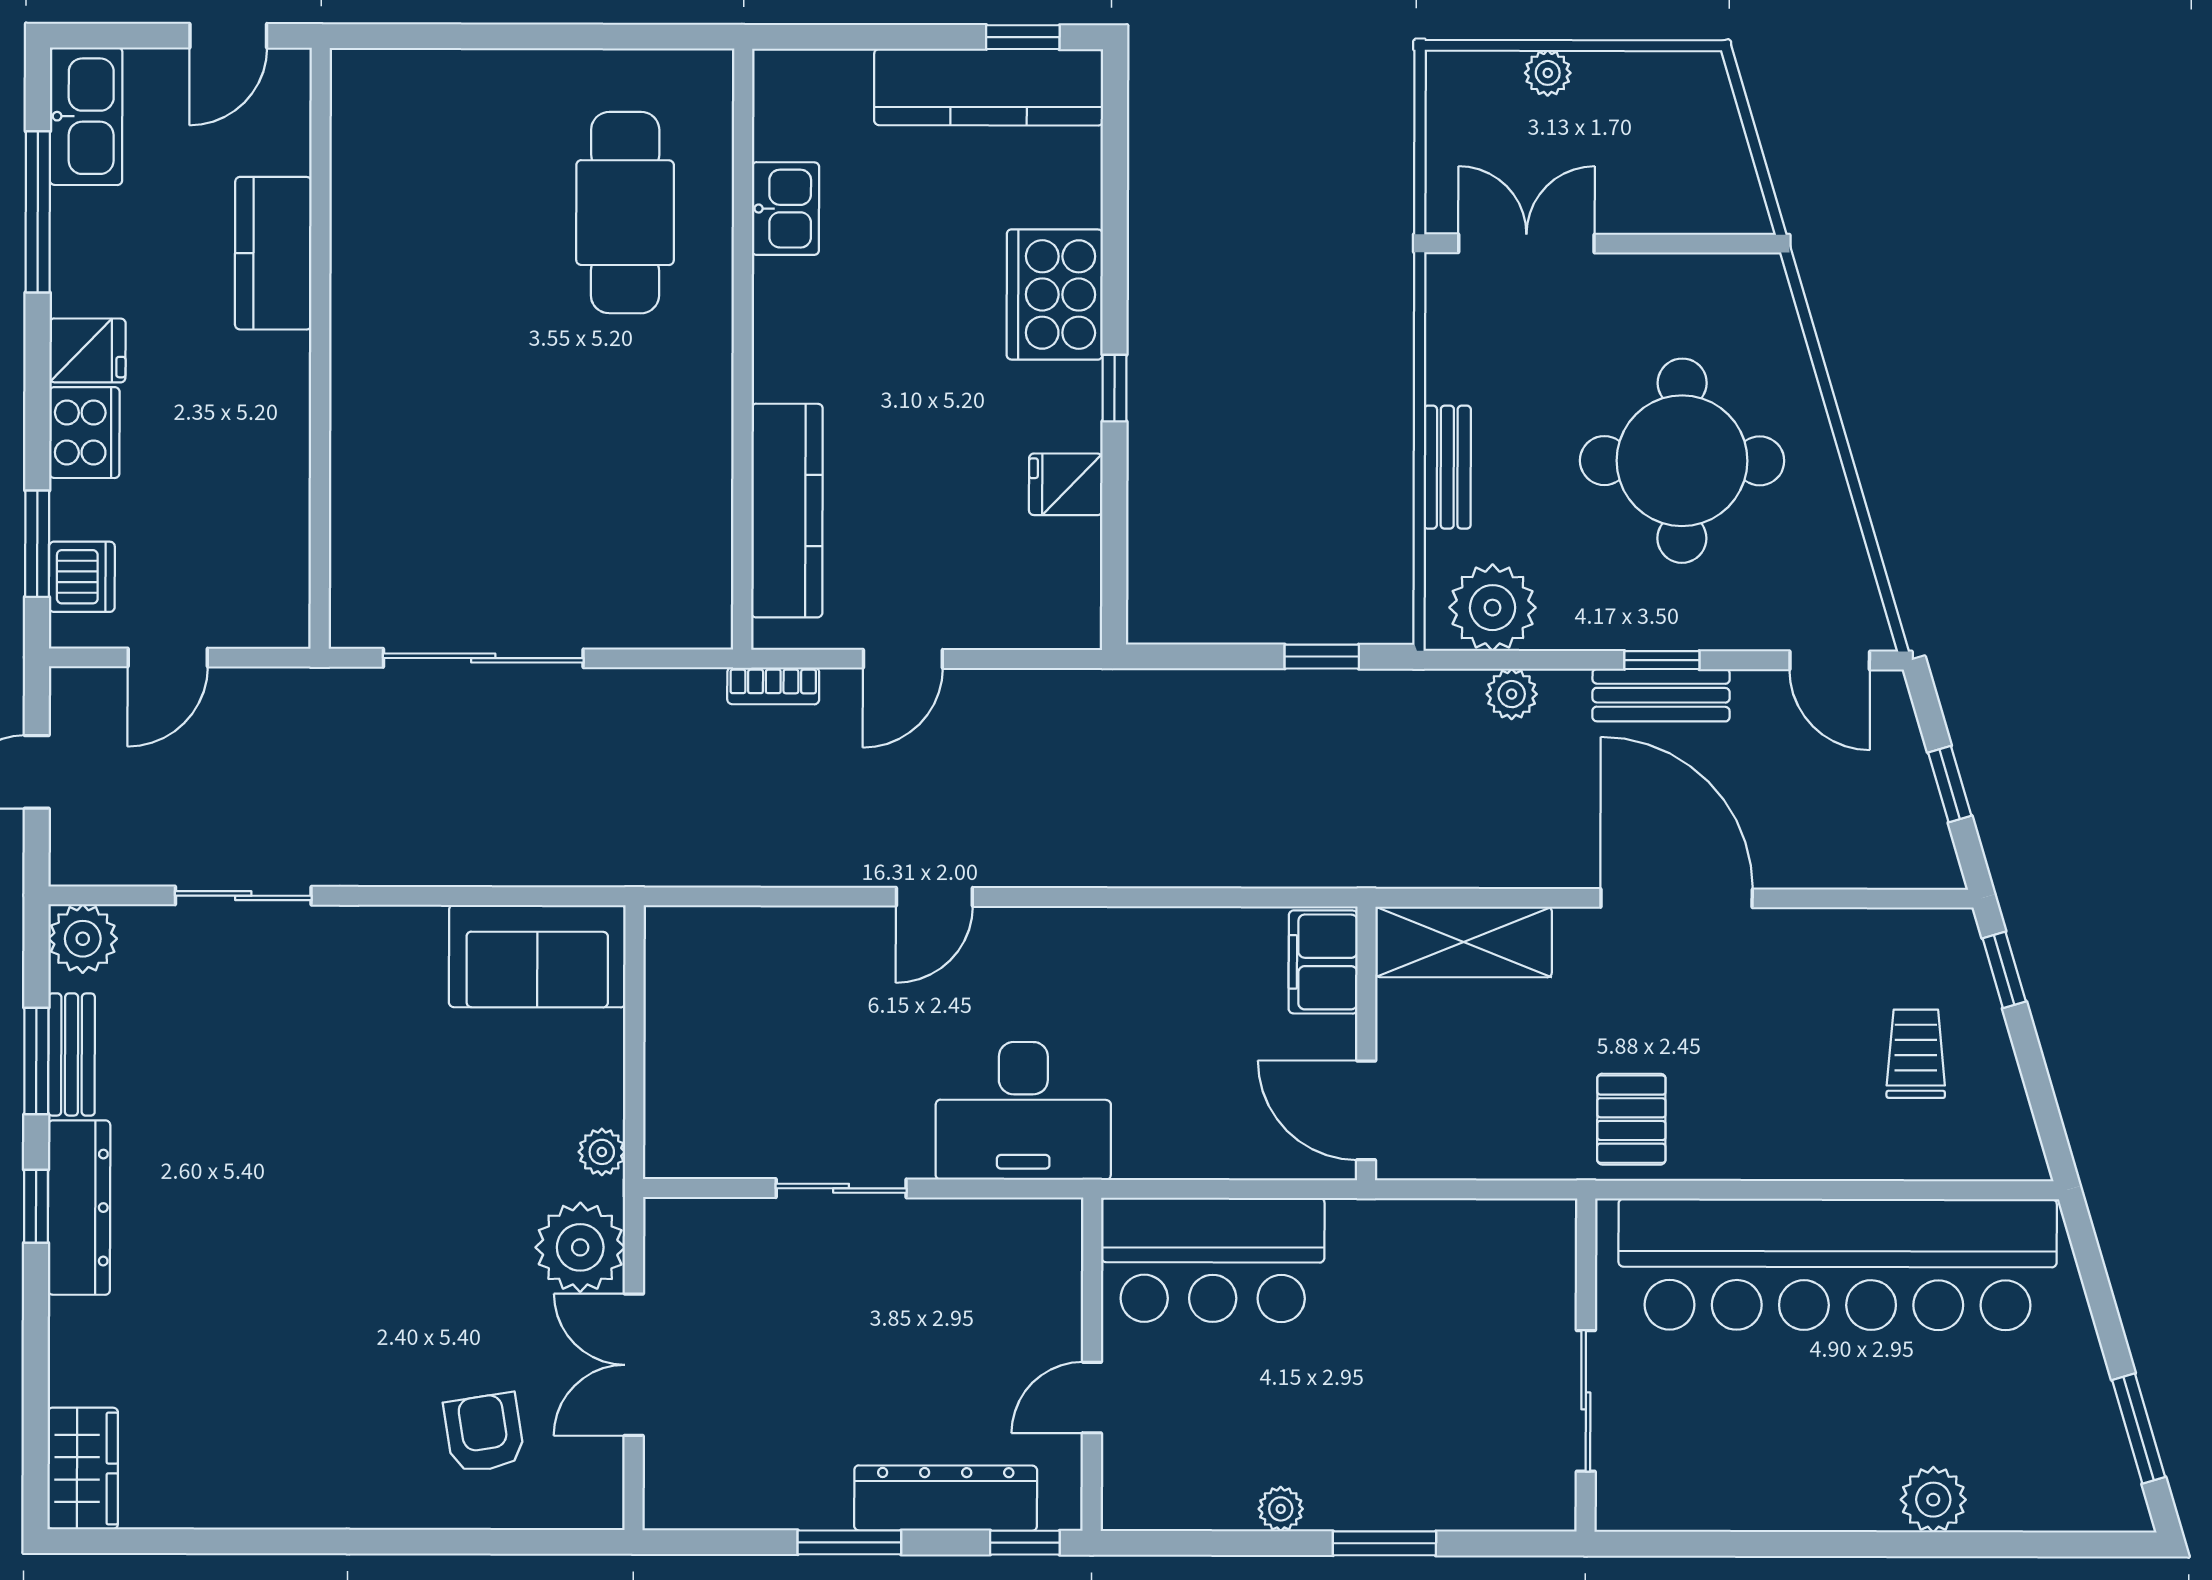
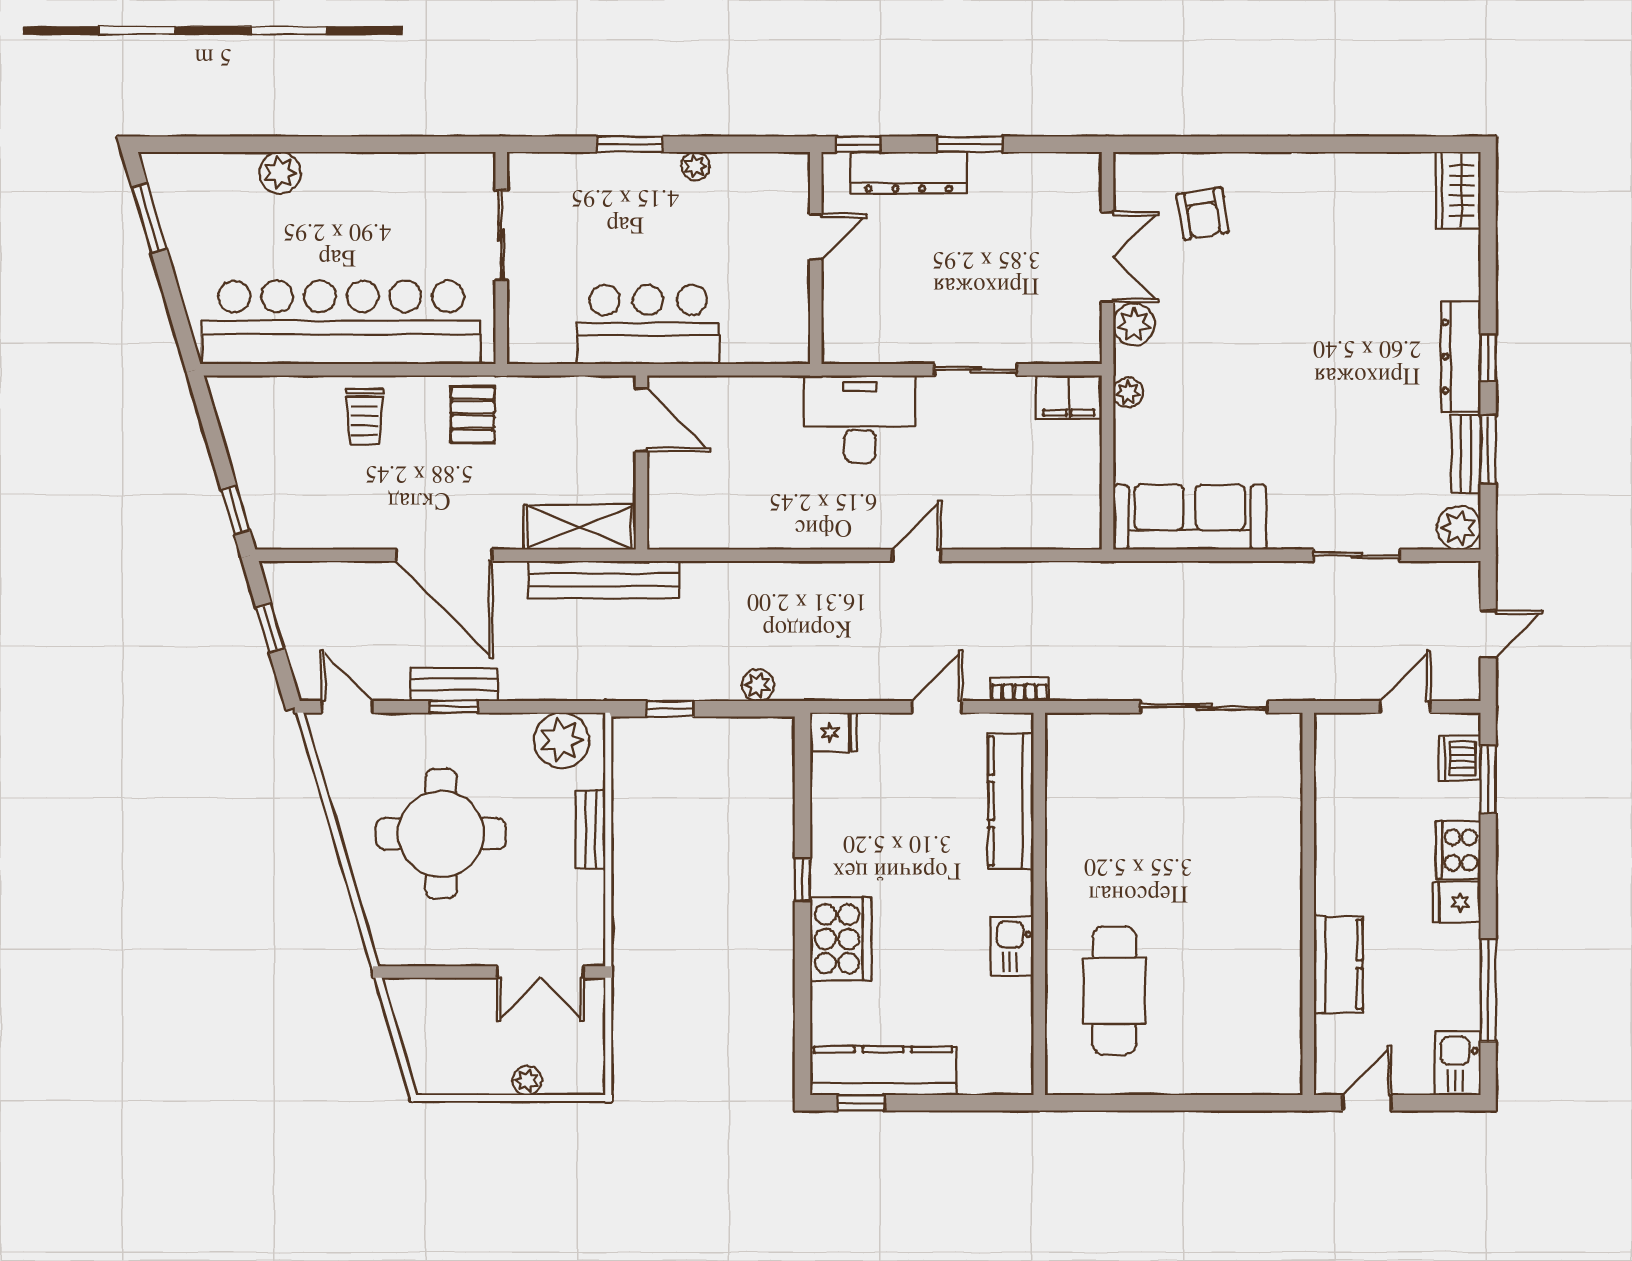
kitchen sink: (86, 116) -> (1457, 1063), width x0.73
kitchen sink: (785, 209) -> (1012, 946), moved
fridge: (1066, 484) -> (833, 732), moved
plant: (1512, 694) -> (758, 685), moved
bench: (1426, 859) -> (604, 580), added
sofa: (537, 956) -> (1190, 517), width x1.36
filing cabinet: (1323, 962) -> (1069, 397), moved, turned 90
trolley: (1916, 1054) -> (365, 417), moved
plant: (580, 1247) -> (1134, 324), width x0.73, depth x0.73
bar counter: (1213, 1260) -> (648, 325), moved

